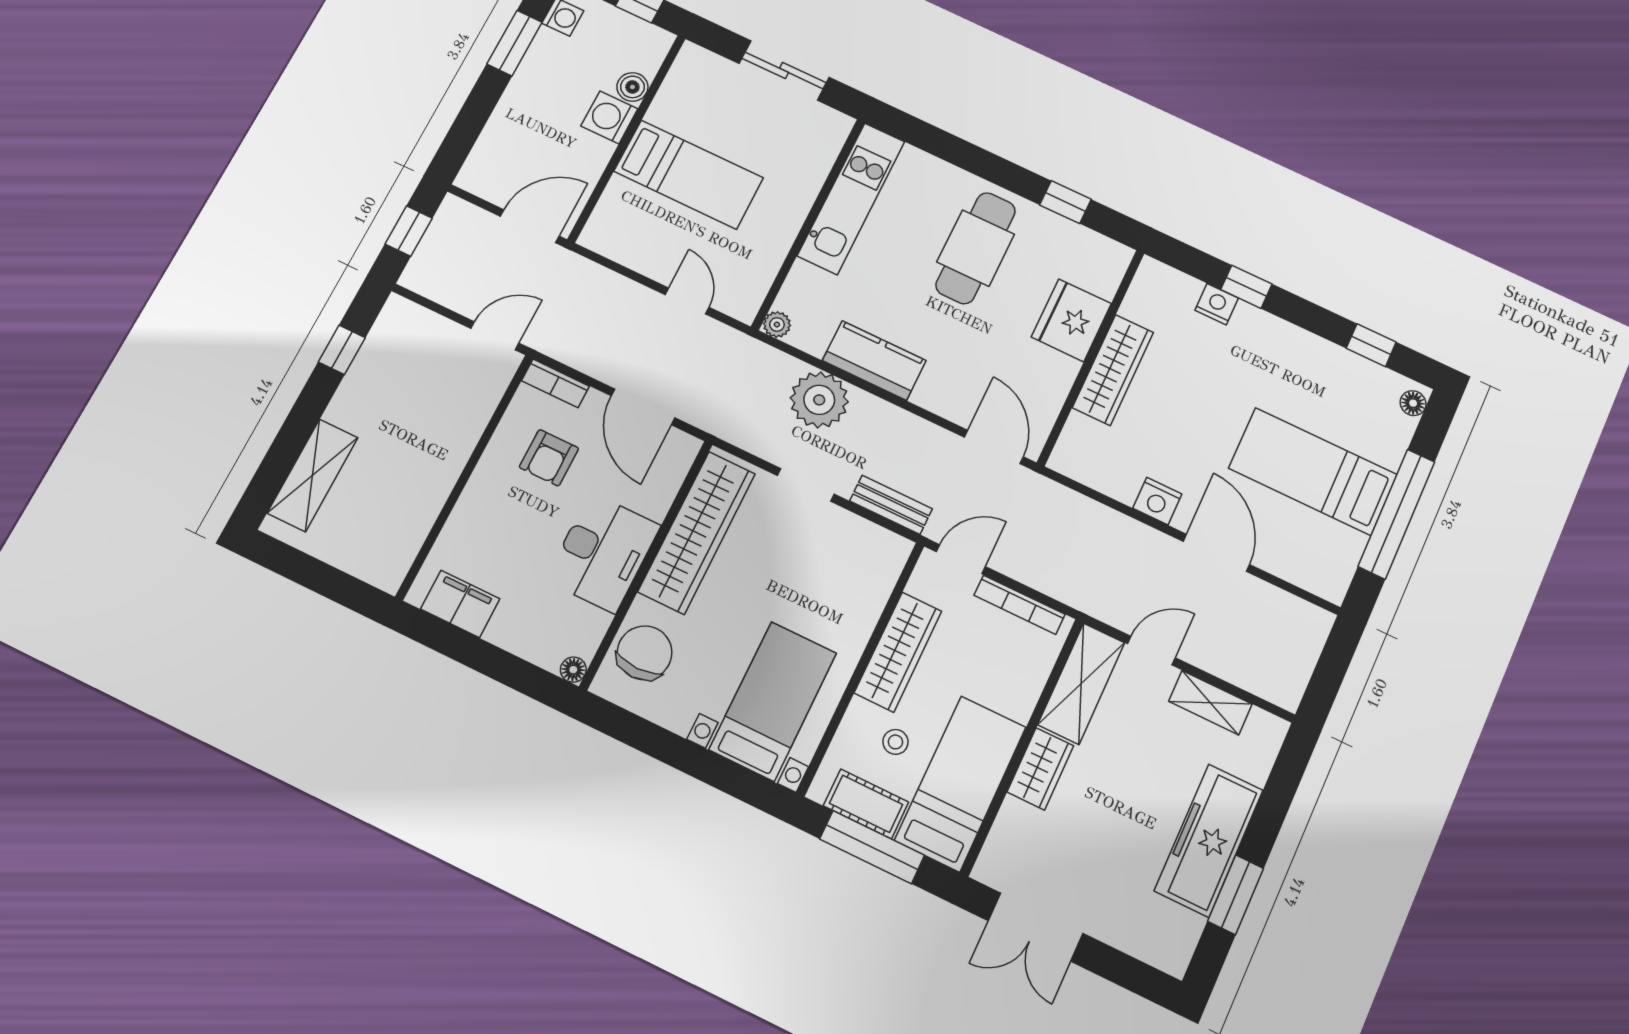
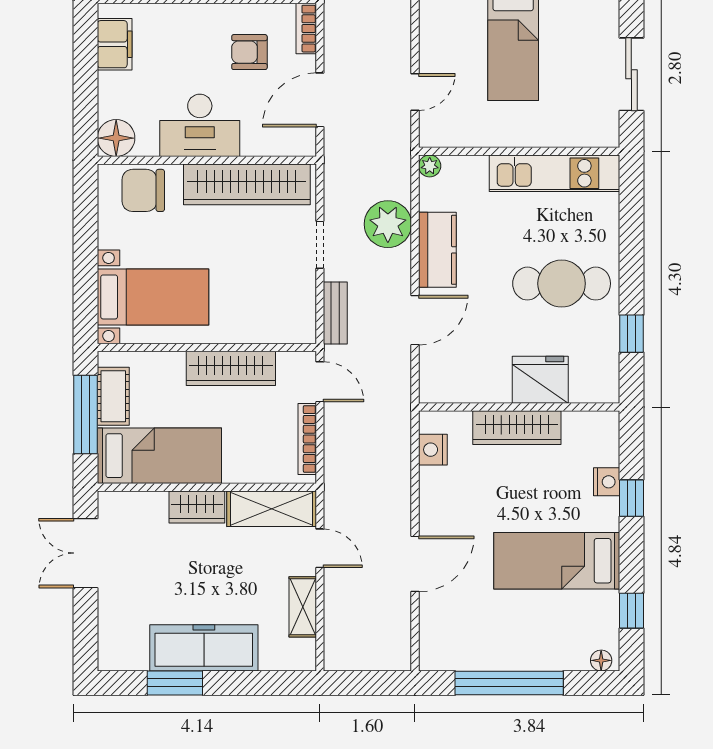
door: (994, 447) -> (415, 320), moved
bed: (1313, 471) -> (557, 561), moved, turned -90
nightstand: (1157, 501) -> (433, 450), moved
chair: (645, 653) -> (143, 190), turned 180
floor lamp: (573, 670) -> (116, 138), width x1.89, depth x1.89
stool: (895, 742) -> (166, 396), removed

